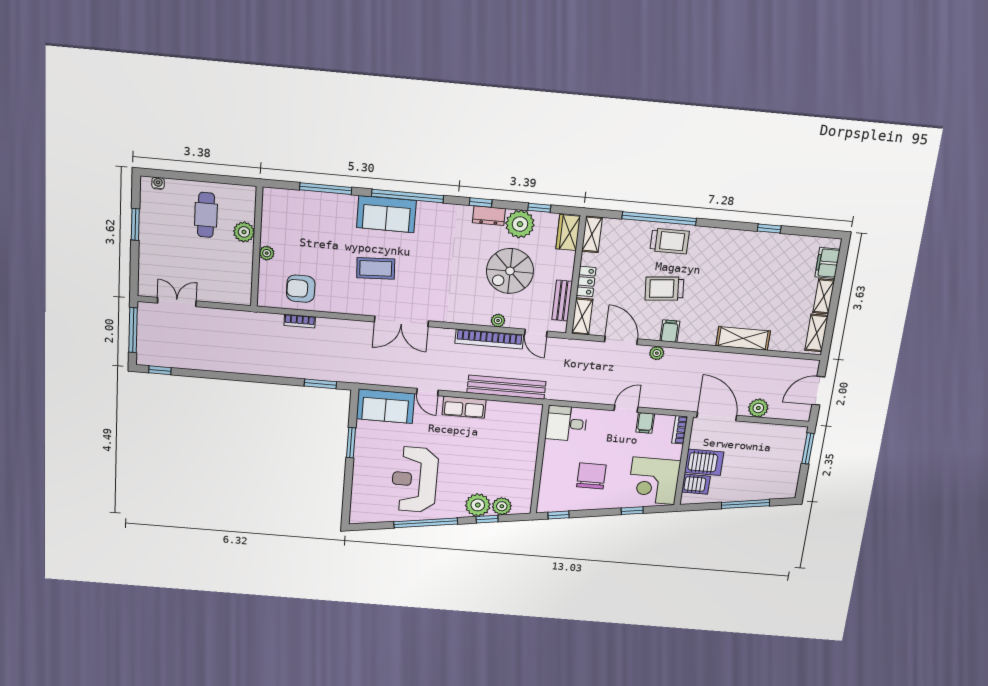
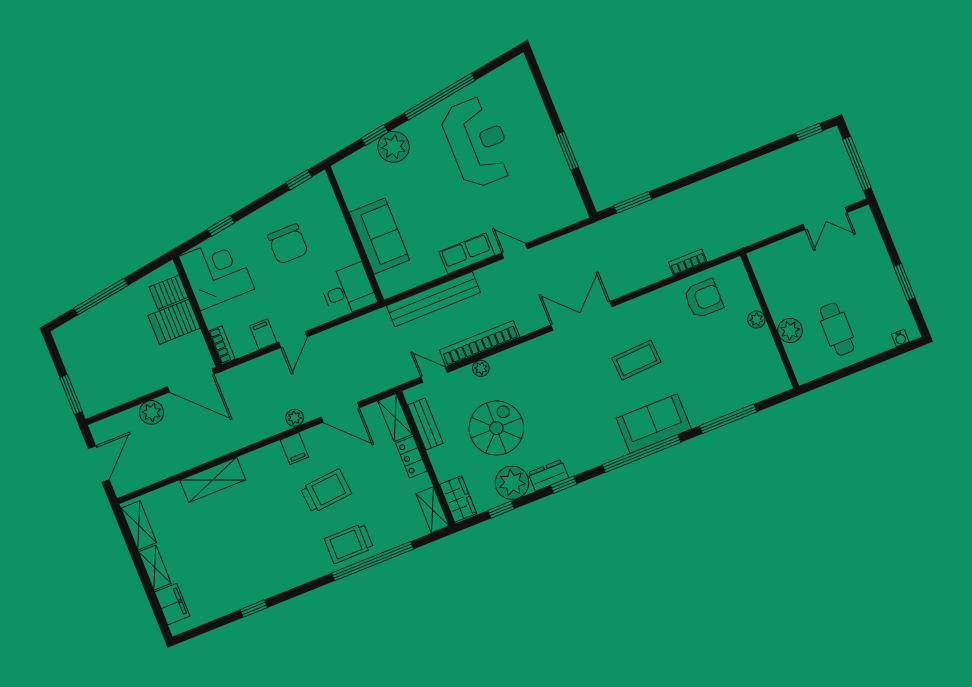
sofa: (385, 406) -> (379, 236), moved, turned 90
plant: (502, 506) -> (366, 159), removed

